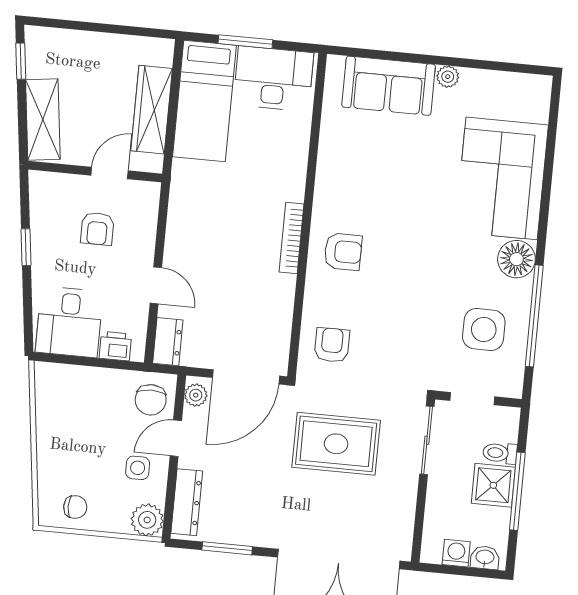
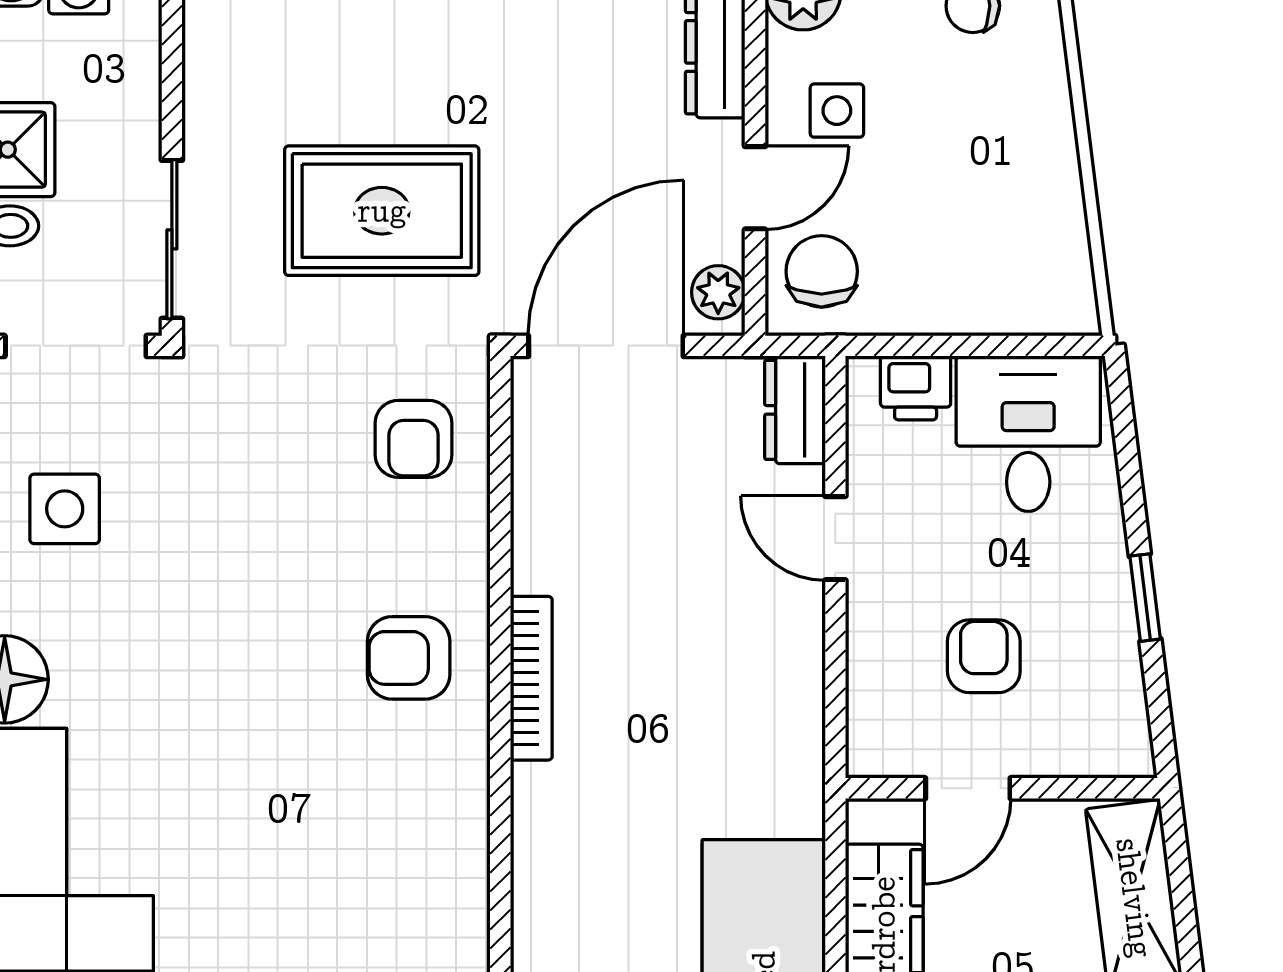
side table: (484, 329) -> (65, 509), width x0.73, depth x0.73
doorway: (472, 399) -> (76, 346), width x1.38

